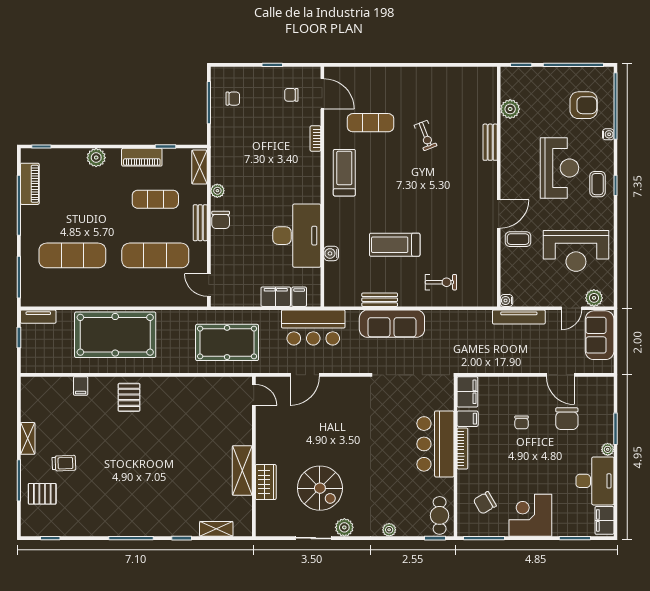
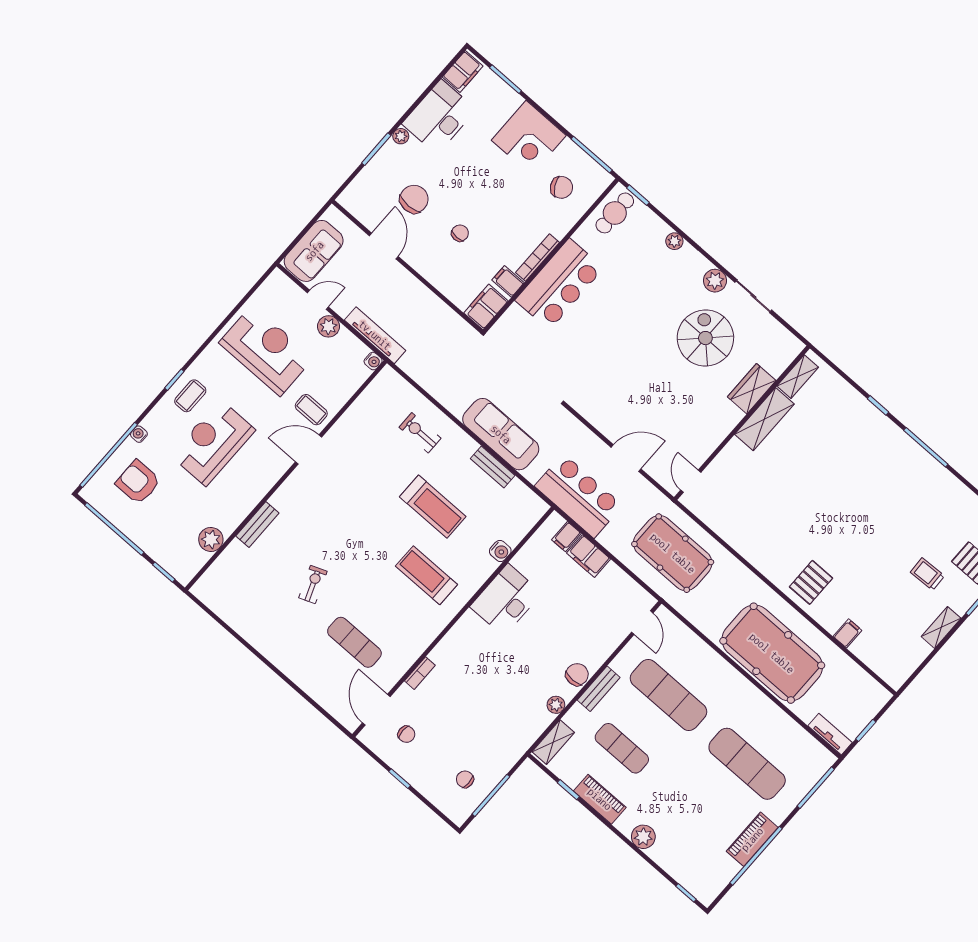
treadmill: (344, 173) -> (426, 575), moved, turned 90
piano: (30, 184) -> (752, 839), moved
desk: (297, 236) -> (506, 600), width x0.73, depth x0.77
plant: (594, 298) -> (329, 326), moved
shelving: (216, 529) -> (798, 377), moved, turned 90

